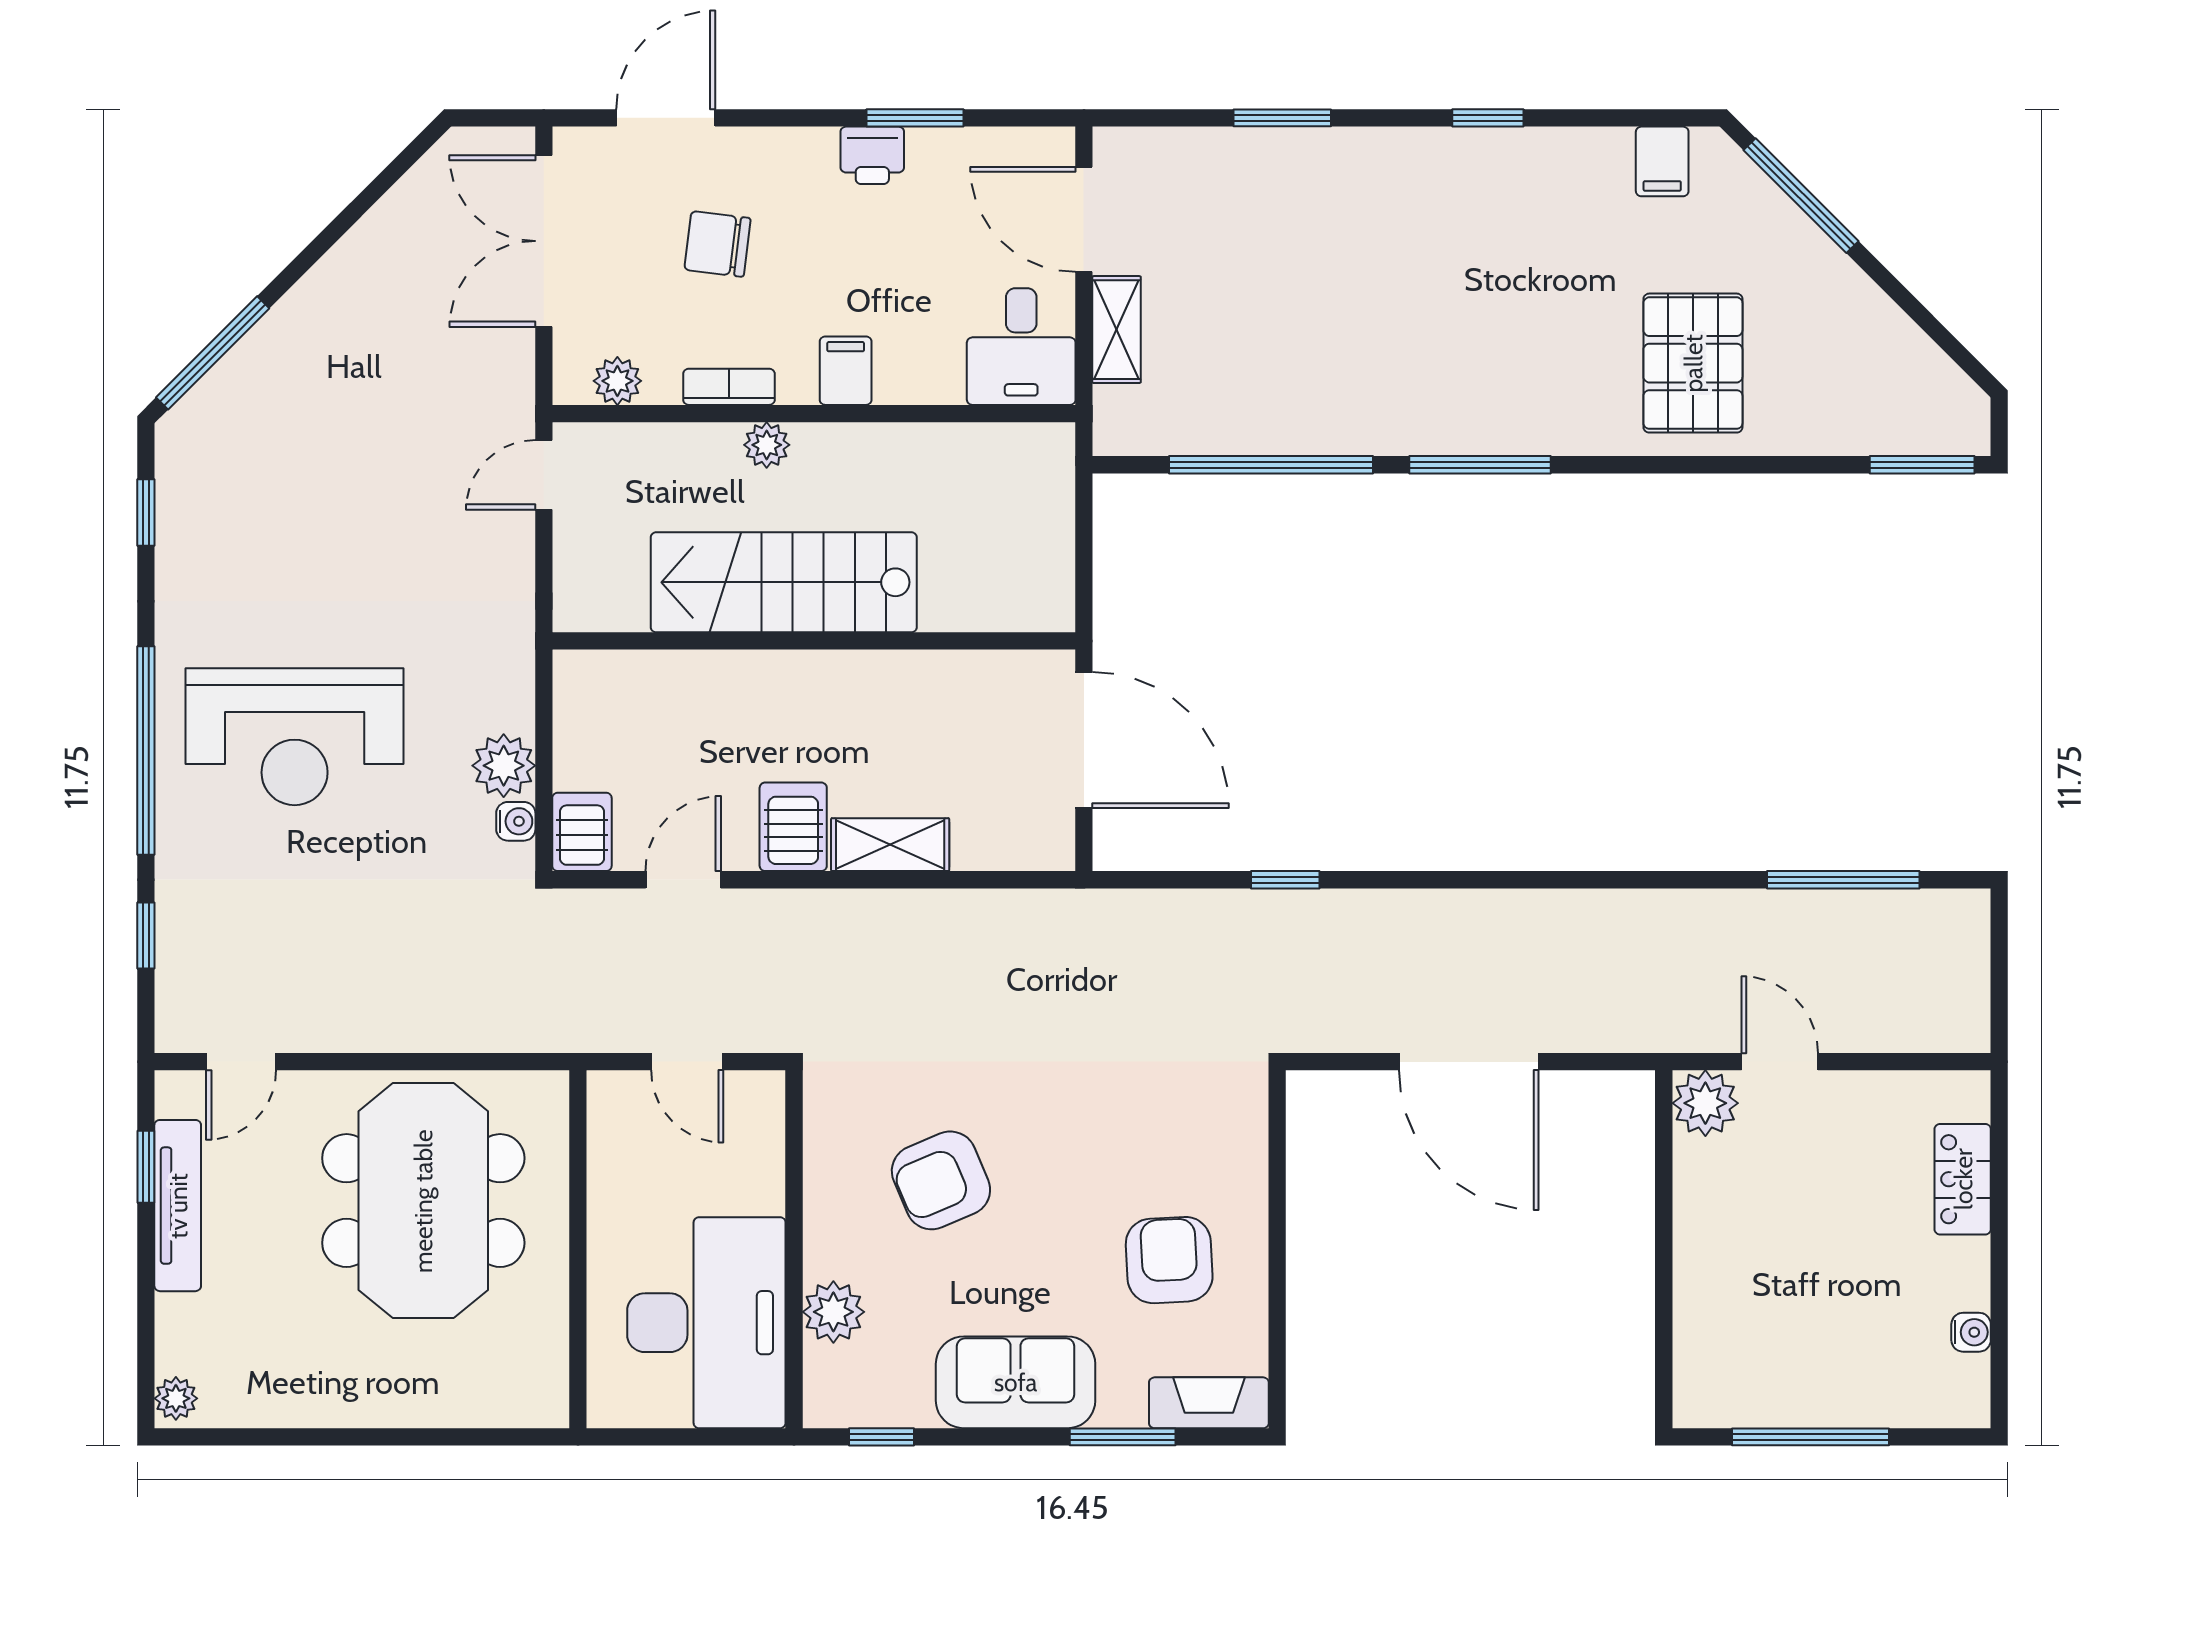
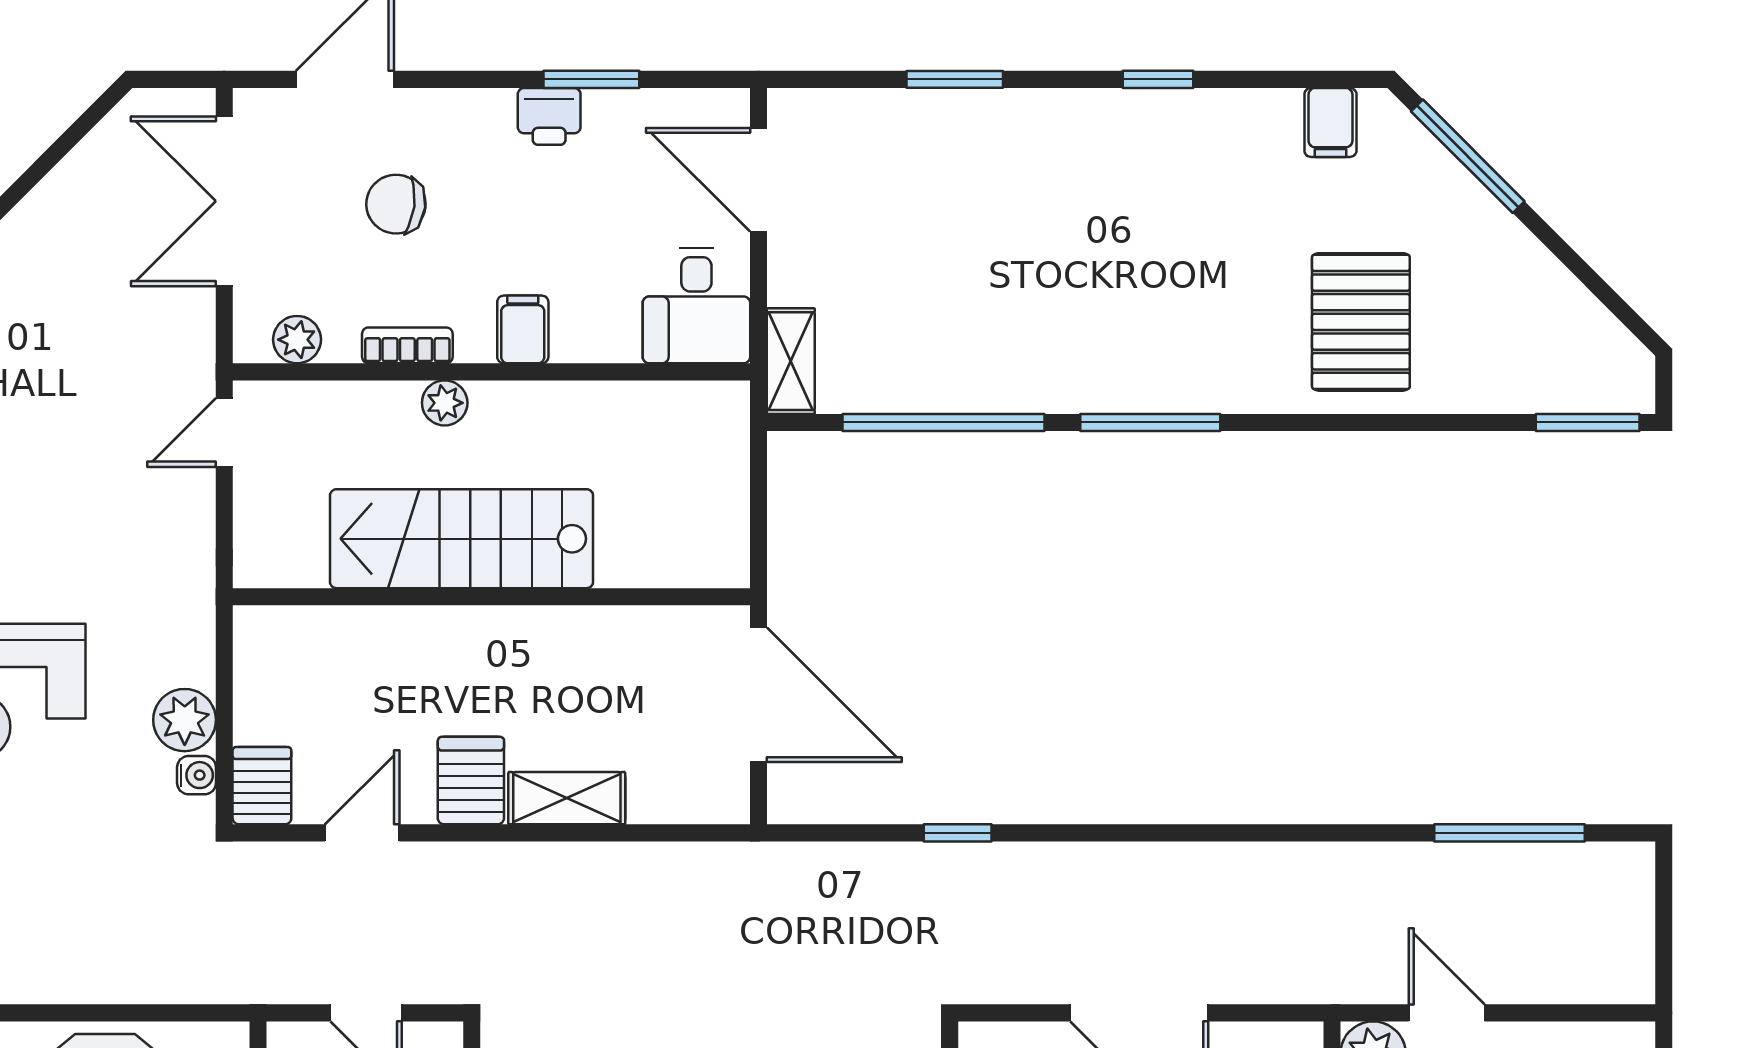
shelving: (1117, 330) -> (791, 361), moved

